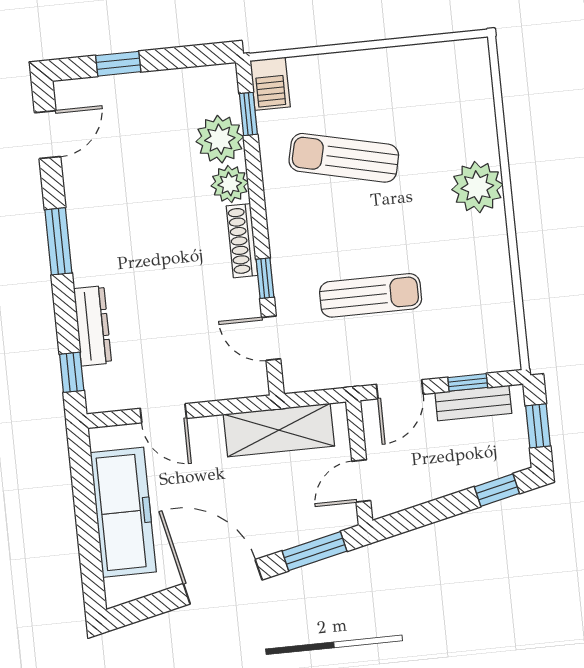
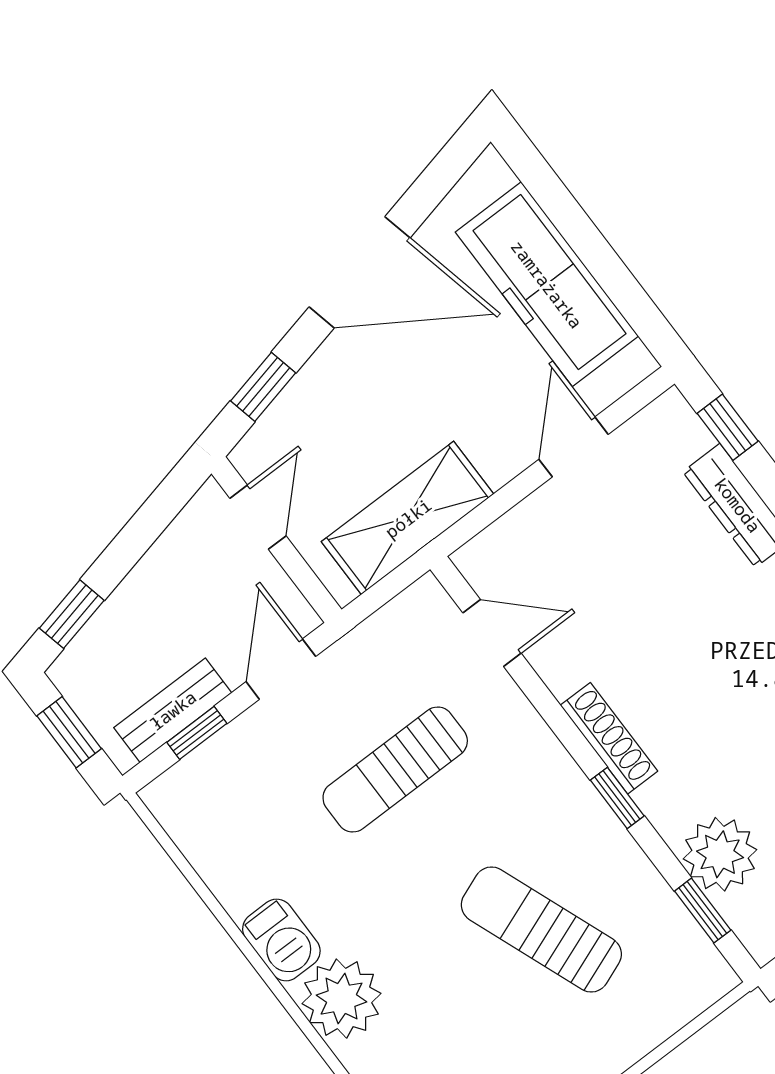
barbecue: (270, 84) -> (281, 940), moved, turned 180
sun lounger: (344, 158) -> (541, 929), turned -124
plant: (230, 184) -> (671, 803), removed
window: (265, 278) -> (617, 798), moved
door: (163, 413) -> (574, 447), hinge flipped
window: (315, 551) -> (263, 387), width x0.67

